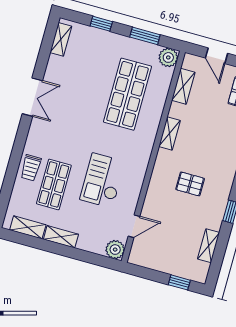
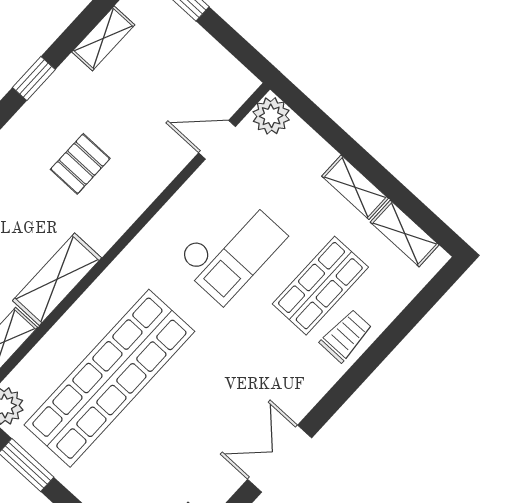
shop shelf: (128, 94) -> (109, 378), width x1.40
shelving: (170, 133) -> (57, 279), width x1.50, depth x1.33
pallet: (190, 184) -> (80, 164), turned 90

